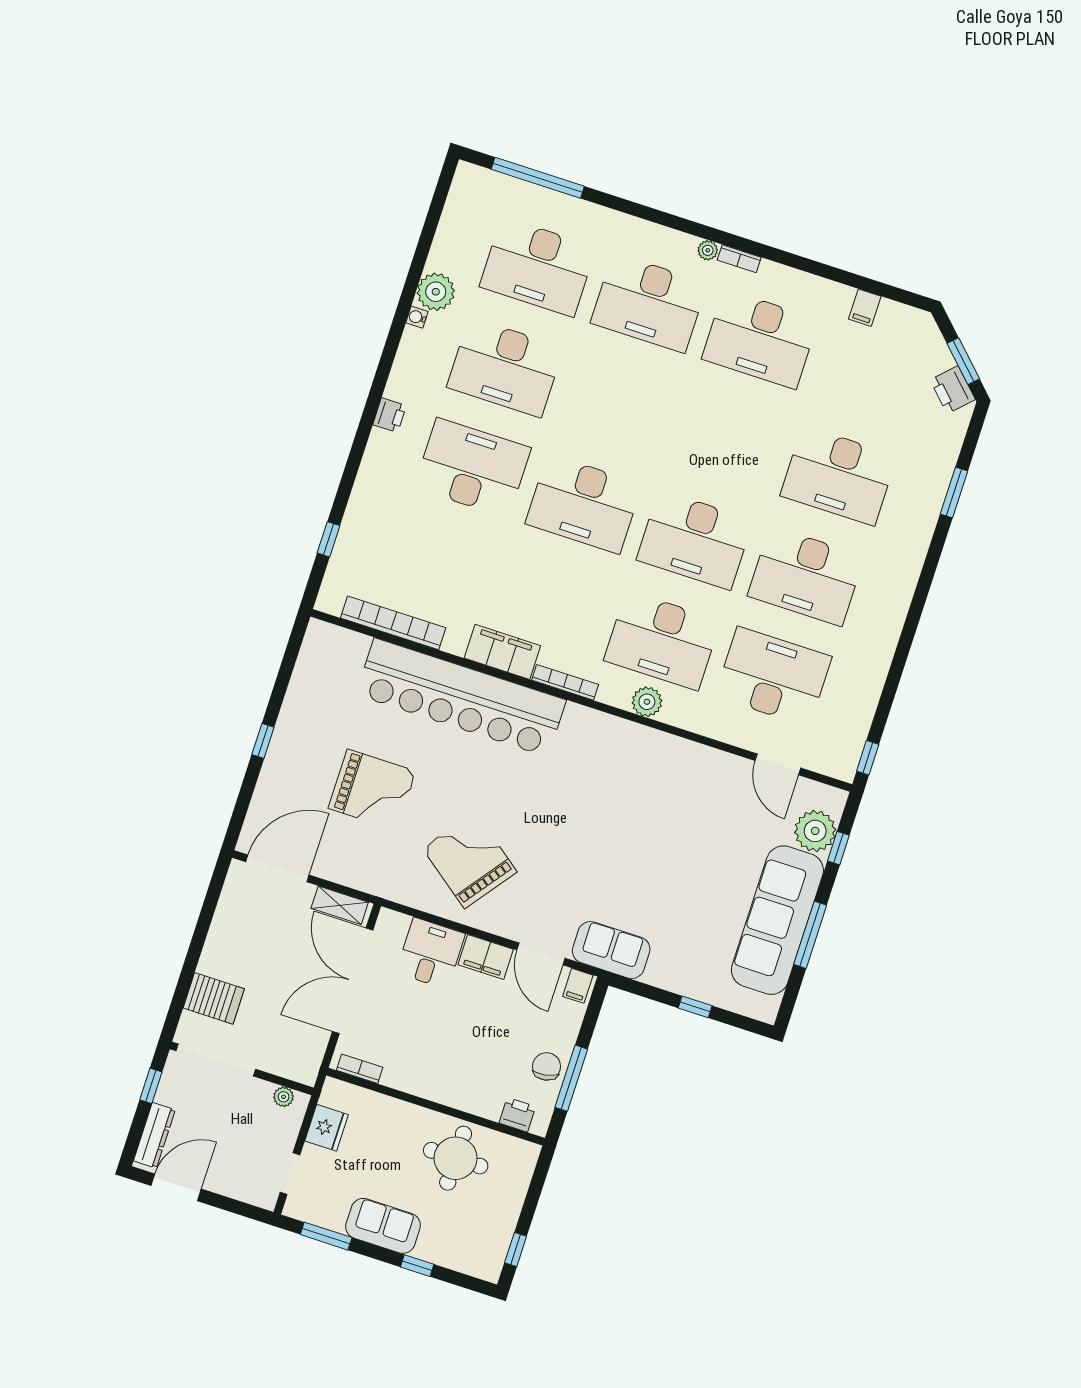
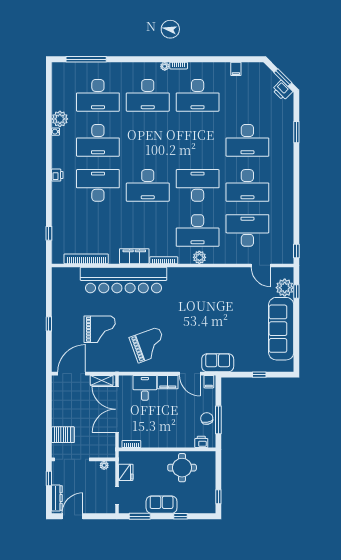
desk: (695, 540) -> (198, 185), turned 180
grand piano: (470, 860) -> (148, 345), turned 123
window: (810, 935) -> (296, 330), removed

